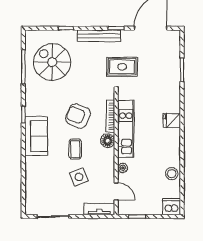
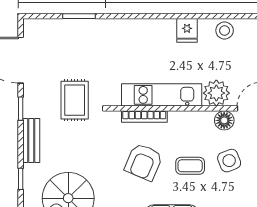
bench: (99, 36) -> (31, 140), width x0.73
fridge: (172, 120) -> (187, 30), moved
floor lamp: (108, 141) -> (224, 120), moved
plant: (123, 168) -> (216, 93), width x1.88, depth x1.88

